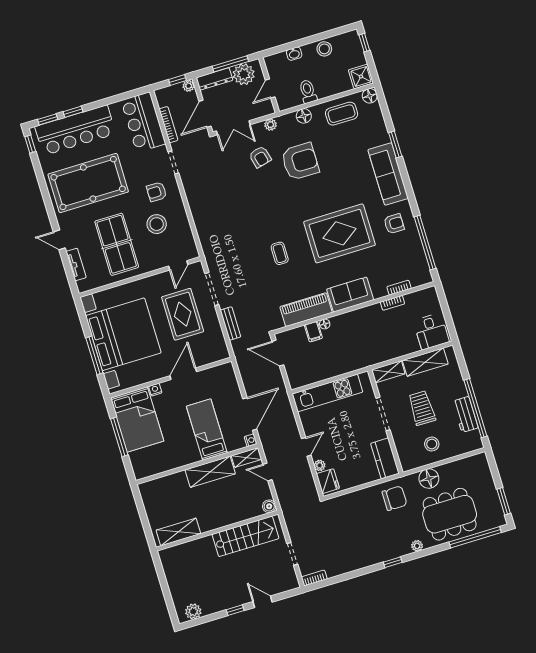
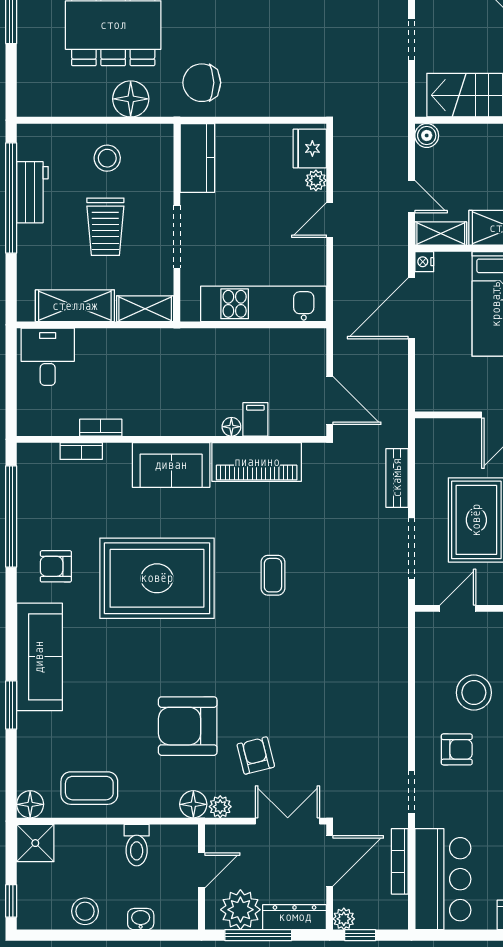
floor lamp: (304, 116) -> (193, 804), moved

